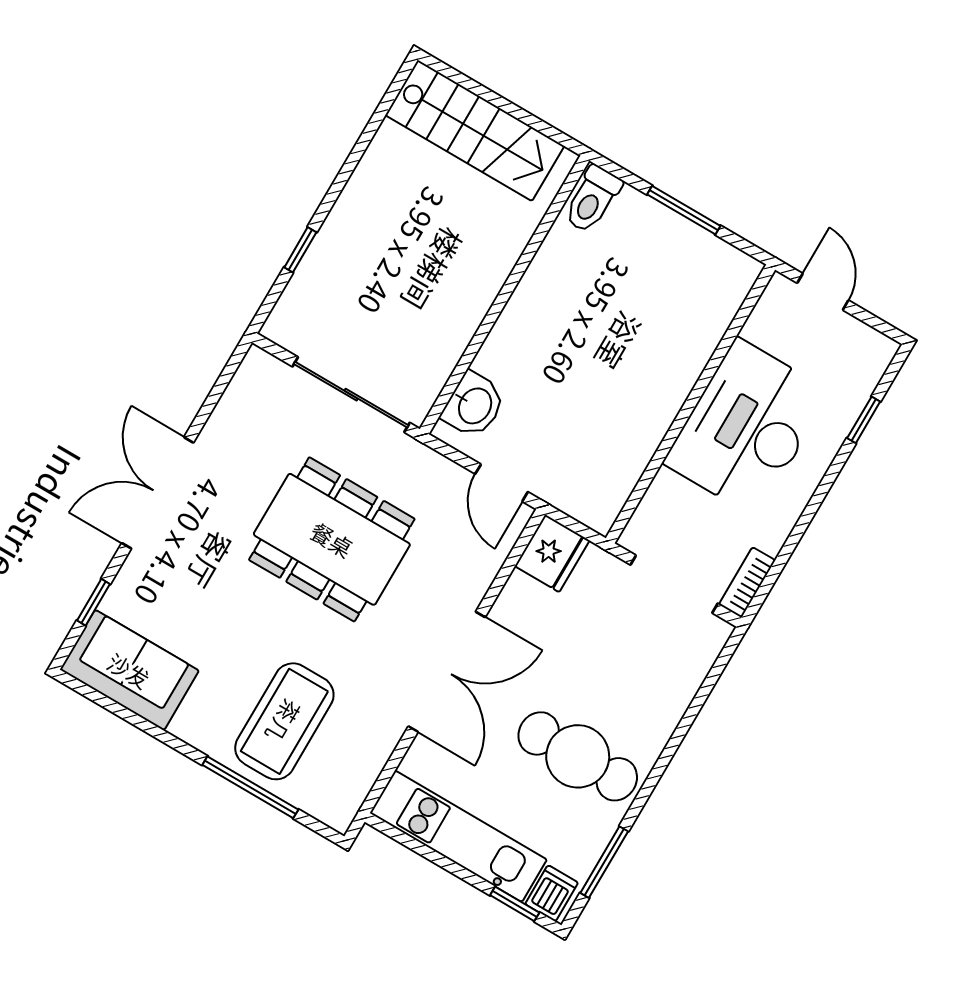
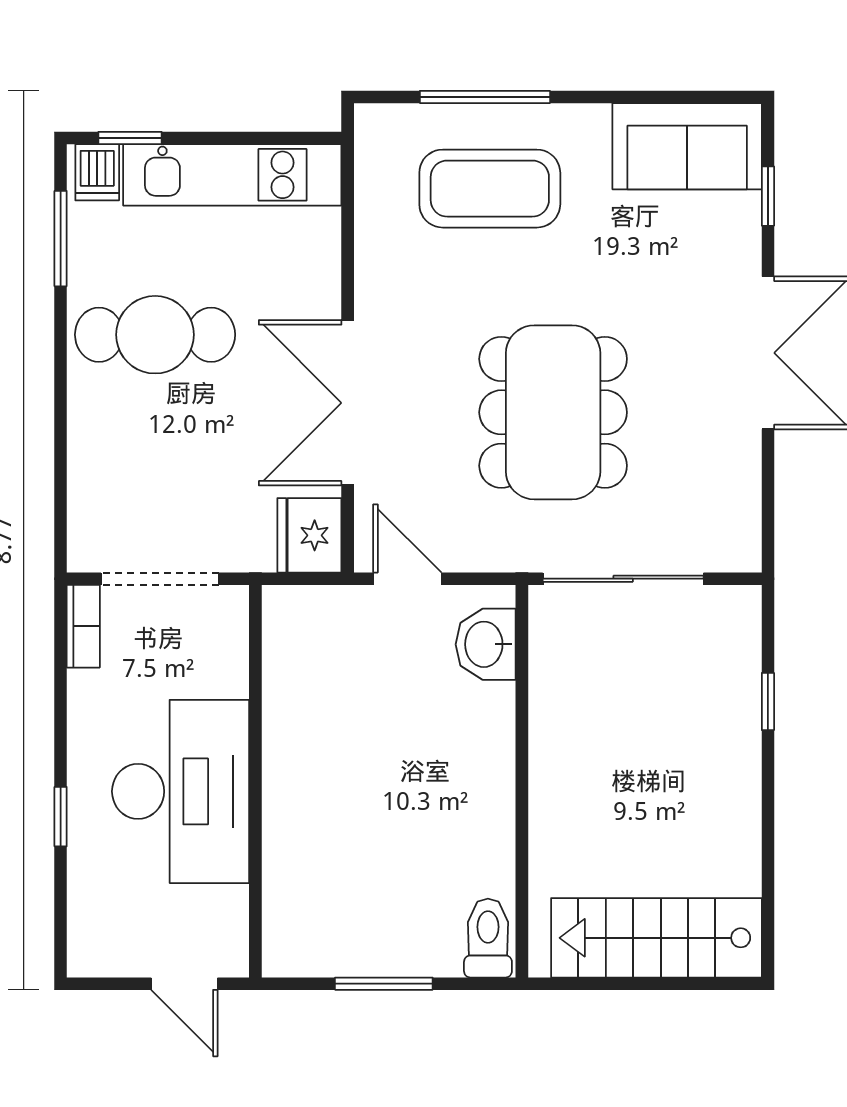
window: (864, 420) -> (61, 817), moved
dining table: (332, 539) -> (553, 412), turned 90
double door: (447, 672) -> (348, 403), moved
coffee table: (284, 721) -> (490, 189), turned 90

